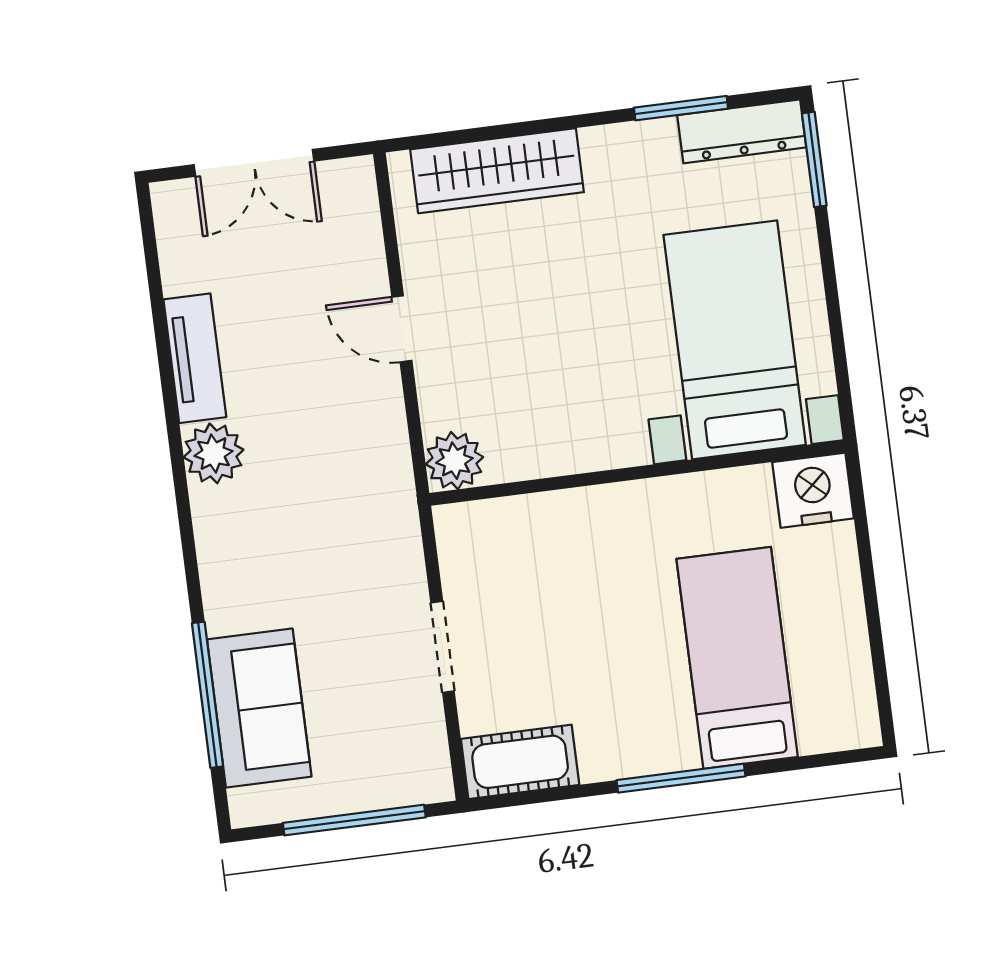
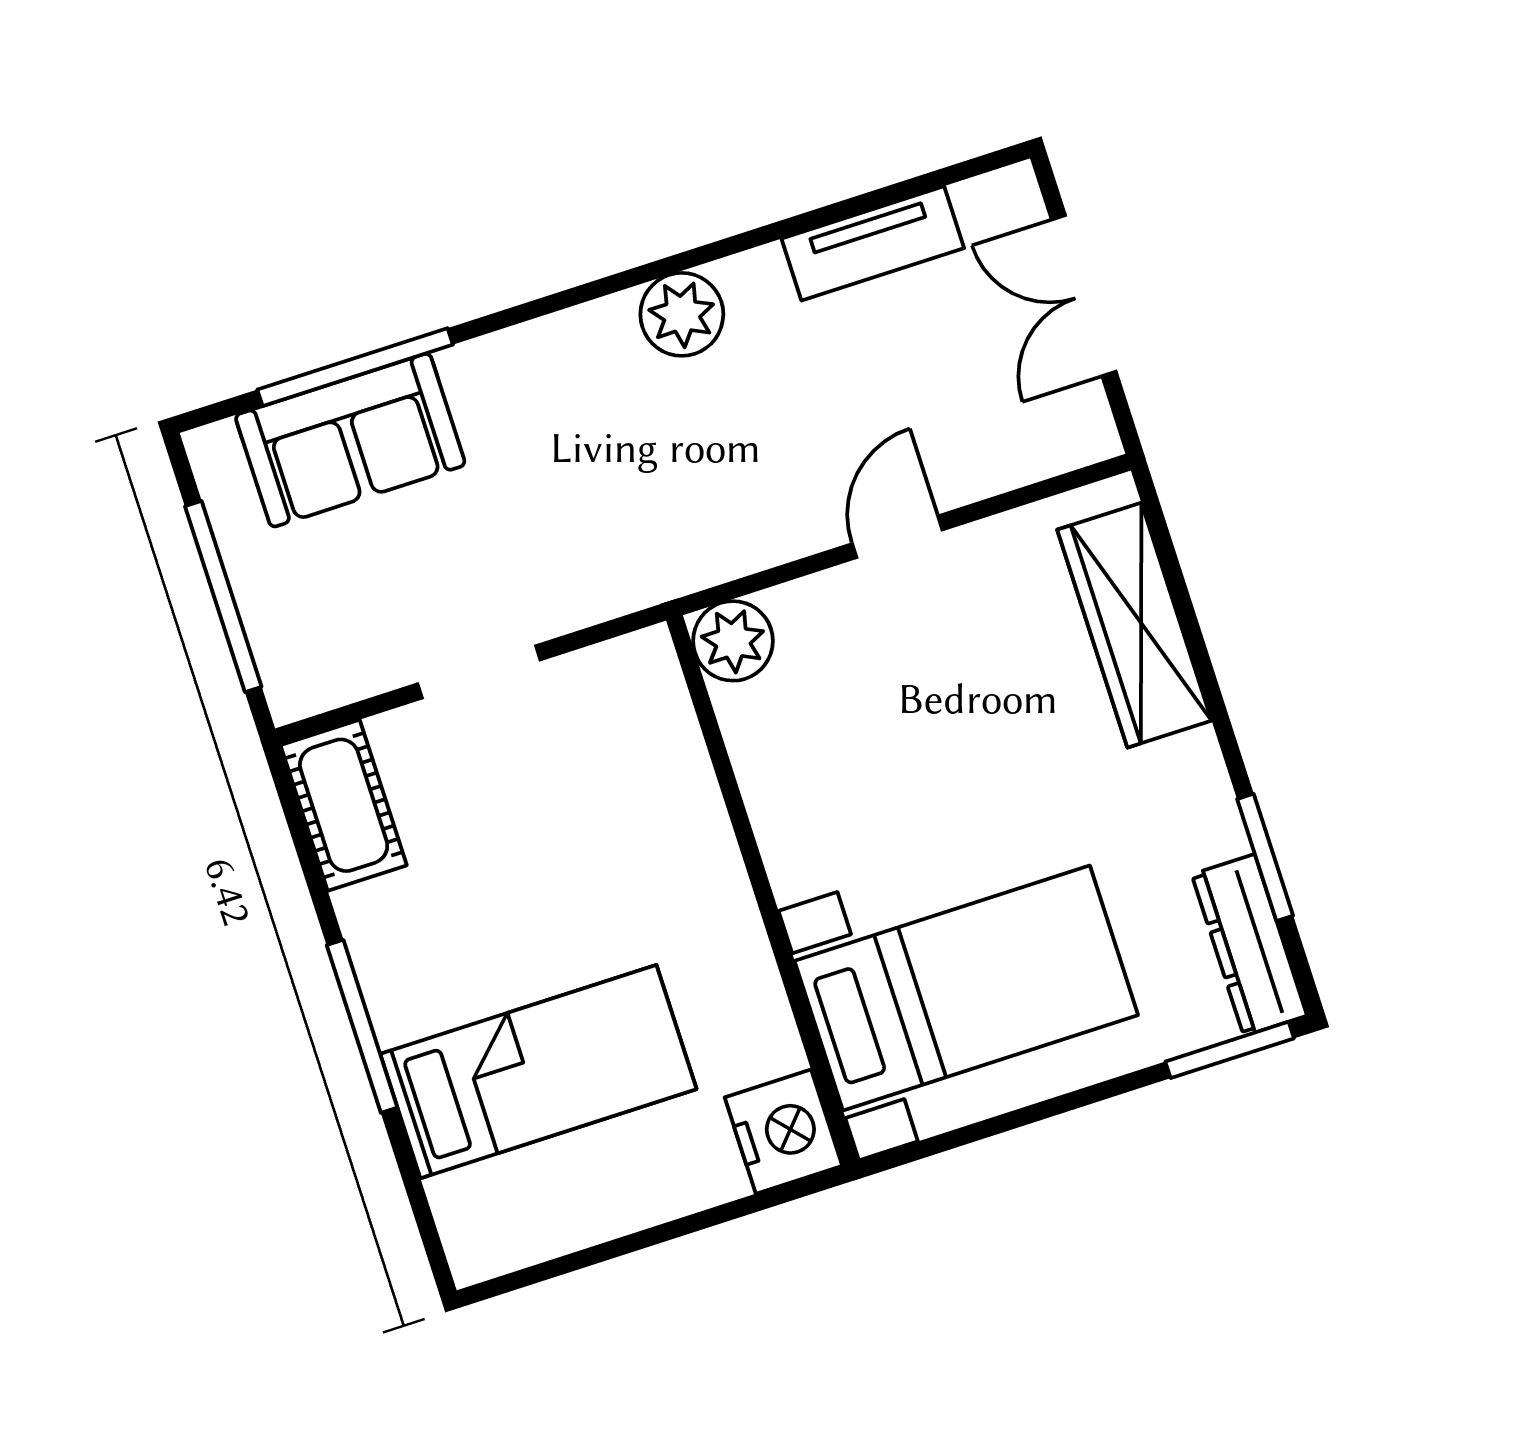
tv unit: (195, 358) -> (873, 243), moved

